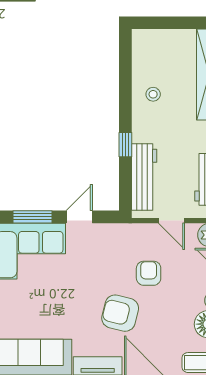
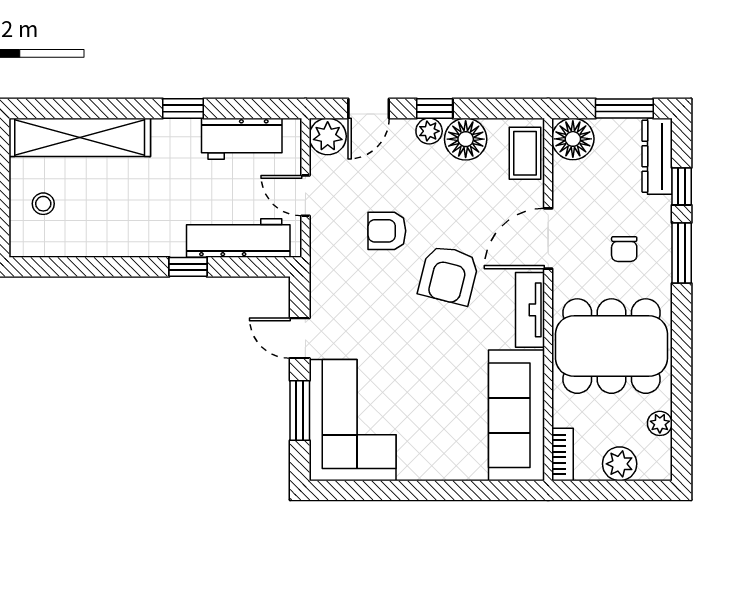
stool: (153, 94) -> (43, 204), moved
door: (171, 221) -> (305, 196), swing flipped

